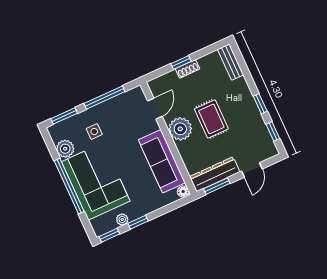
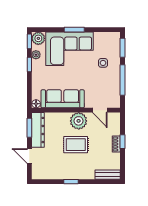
window: (273, 131) -> (49, 182), removed
plant: (65, 149) -> (38, 38), moved
window: (69, 186) -> (74, 30), width x0.47

